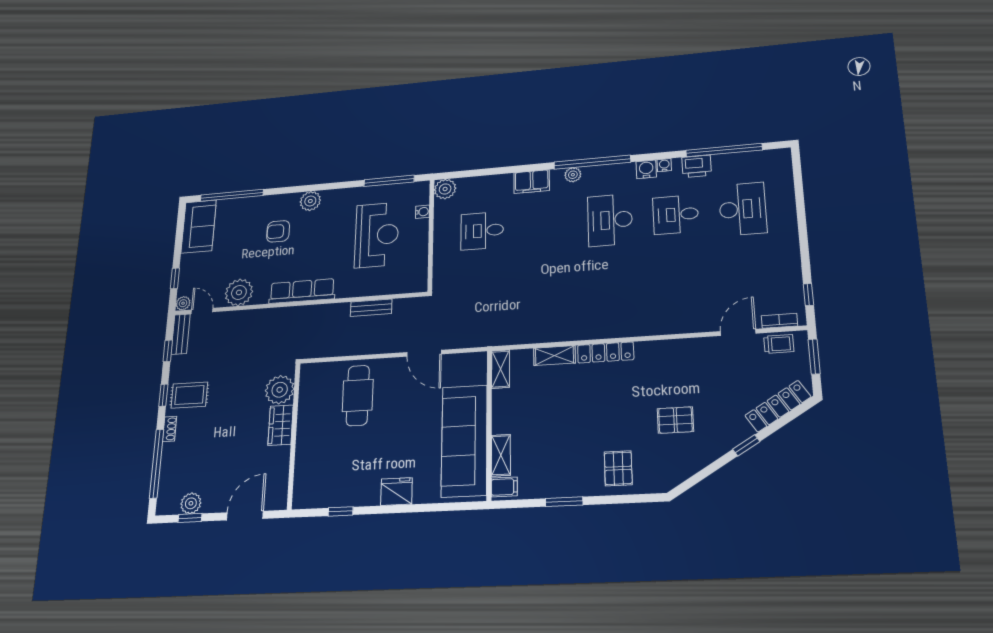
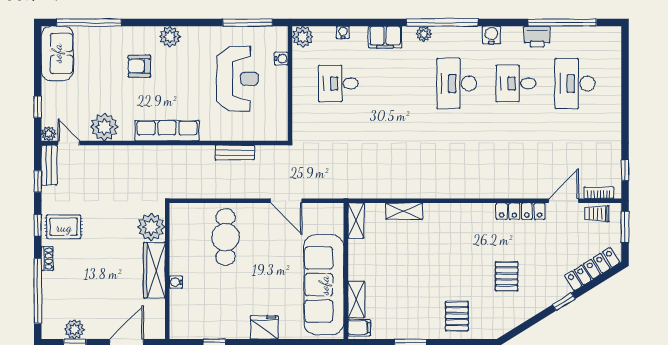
water cooler: (664, 165) -> (343, 32), moved
desk: (743, 209) -> (575, 83), turned 180
trolley: (779, 344) -> (597, 214), turned 180
locker: (606, 352) -> (521, 211), moved
pallet: (675, 420) -> (507, 276), turned 90
wardrobe: (281, 425) -> (154, 270), width x1.50
water cooler: (302, 447) -> (176, 282), added

